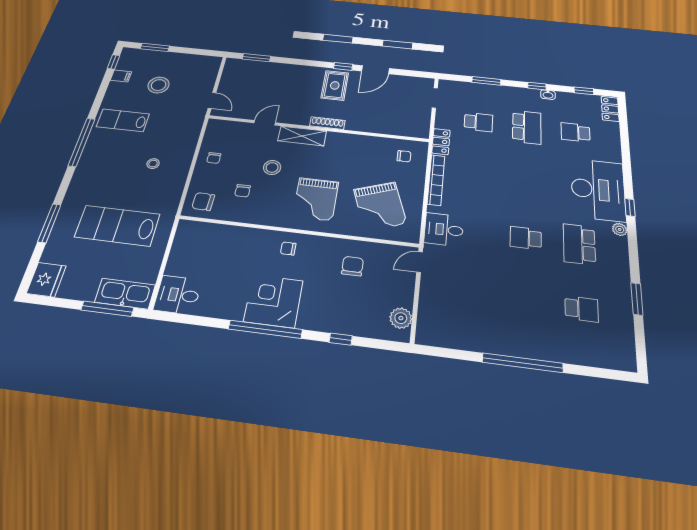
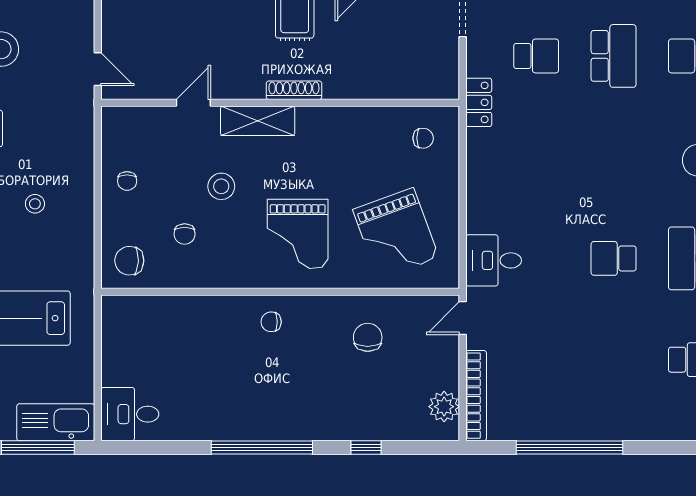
bookcase: (436, 180) -> (476, 396), moved
corner desk: (274, 301) -> (265, 405), removed
window: (523, 363) -> (570, 447), moved

